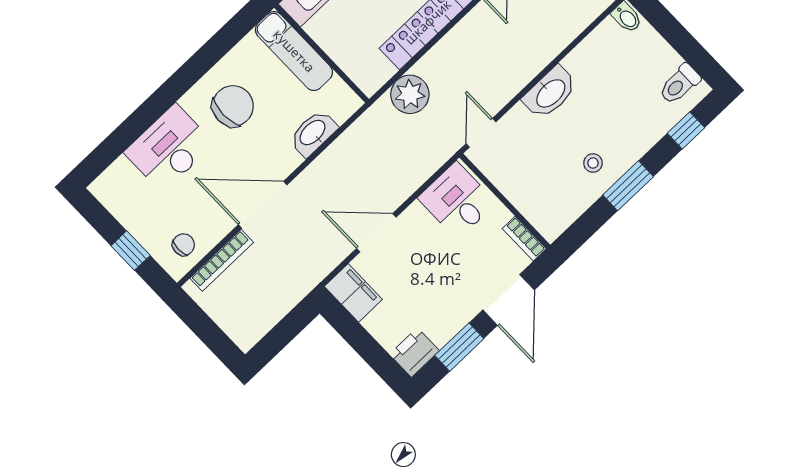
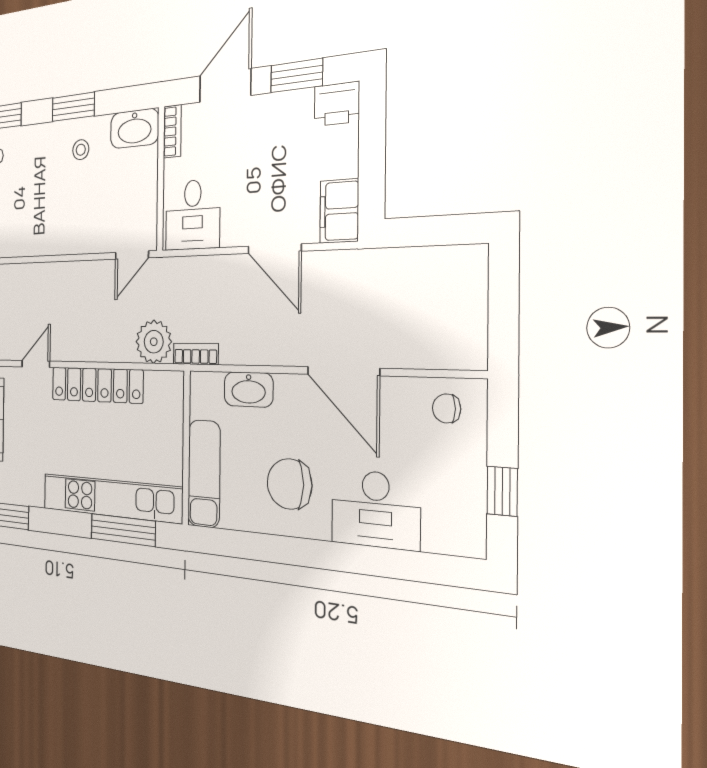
washbasin: (550, 93) -> (134, 128), moved, turned 180
window: (131, 251) -> (502, 491), moved
bookcase: (222, 260) -> (196, 354), moved, width x0.64

